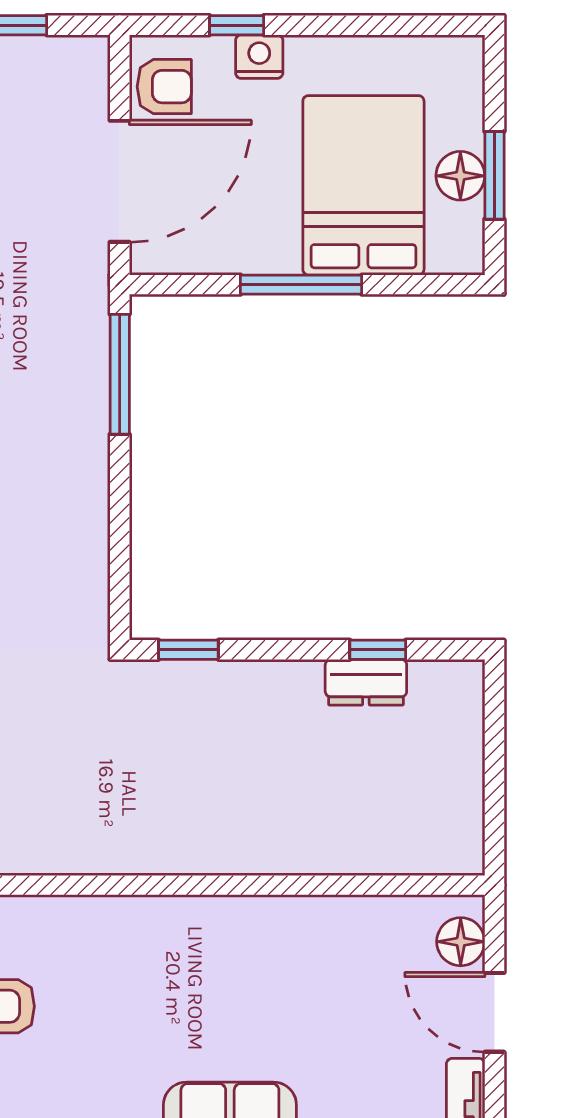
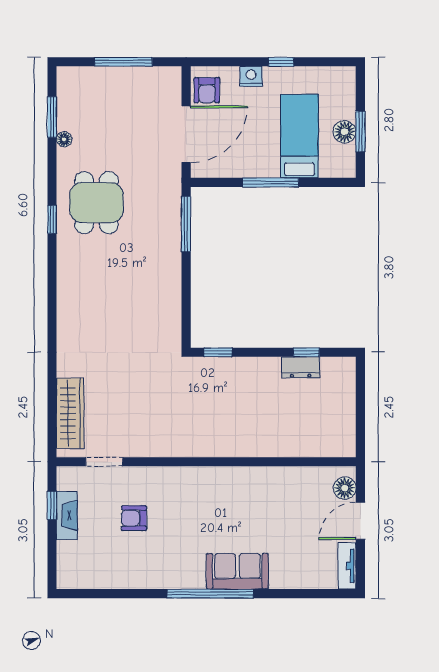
window: (237, 25) -> (281, 62), moved
armchair: (164, 87) -> (207, 90), turned 90
bed: (363, 185) -> (299, 136), width x0.67
door: (494, 1012) -> (360, 521), hinge flipped

